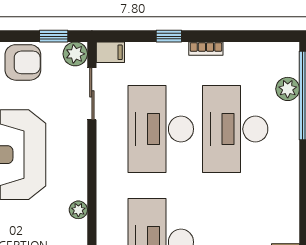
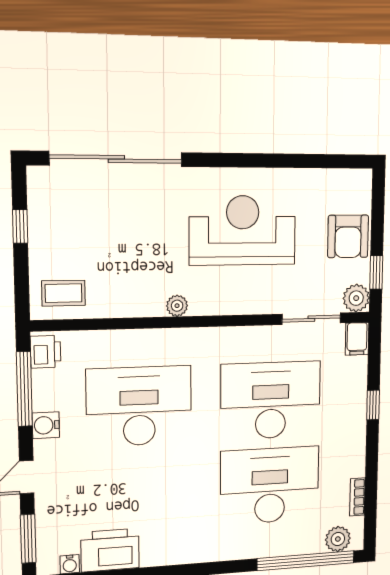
bookcase: (206, 49) -> (357, 497), moved
plant: (288, 89) -> (338, 539), moved

